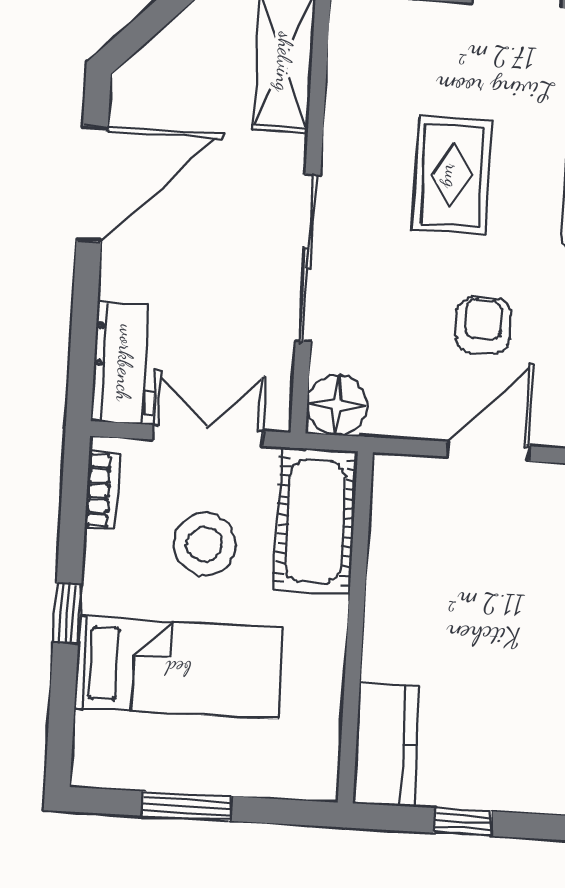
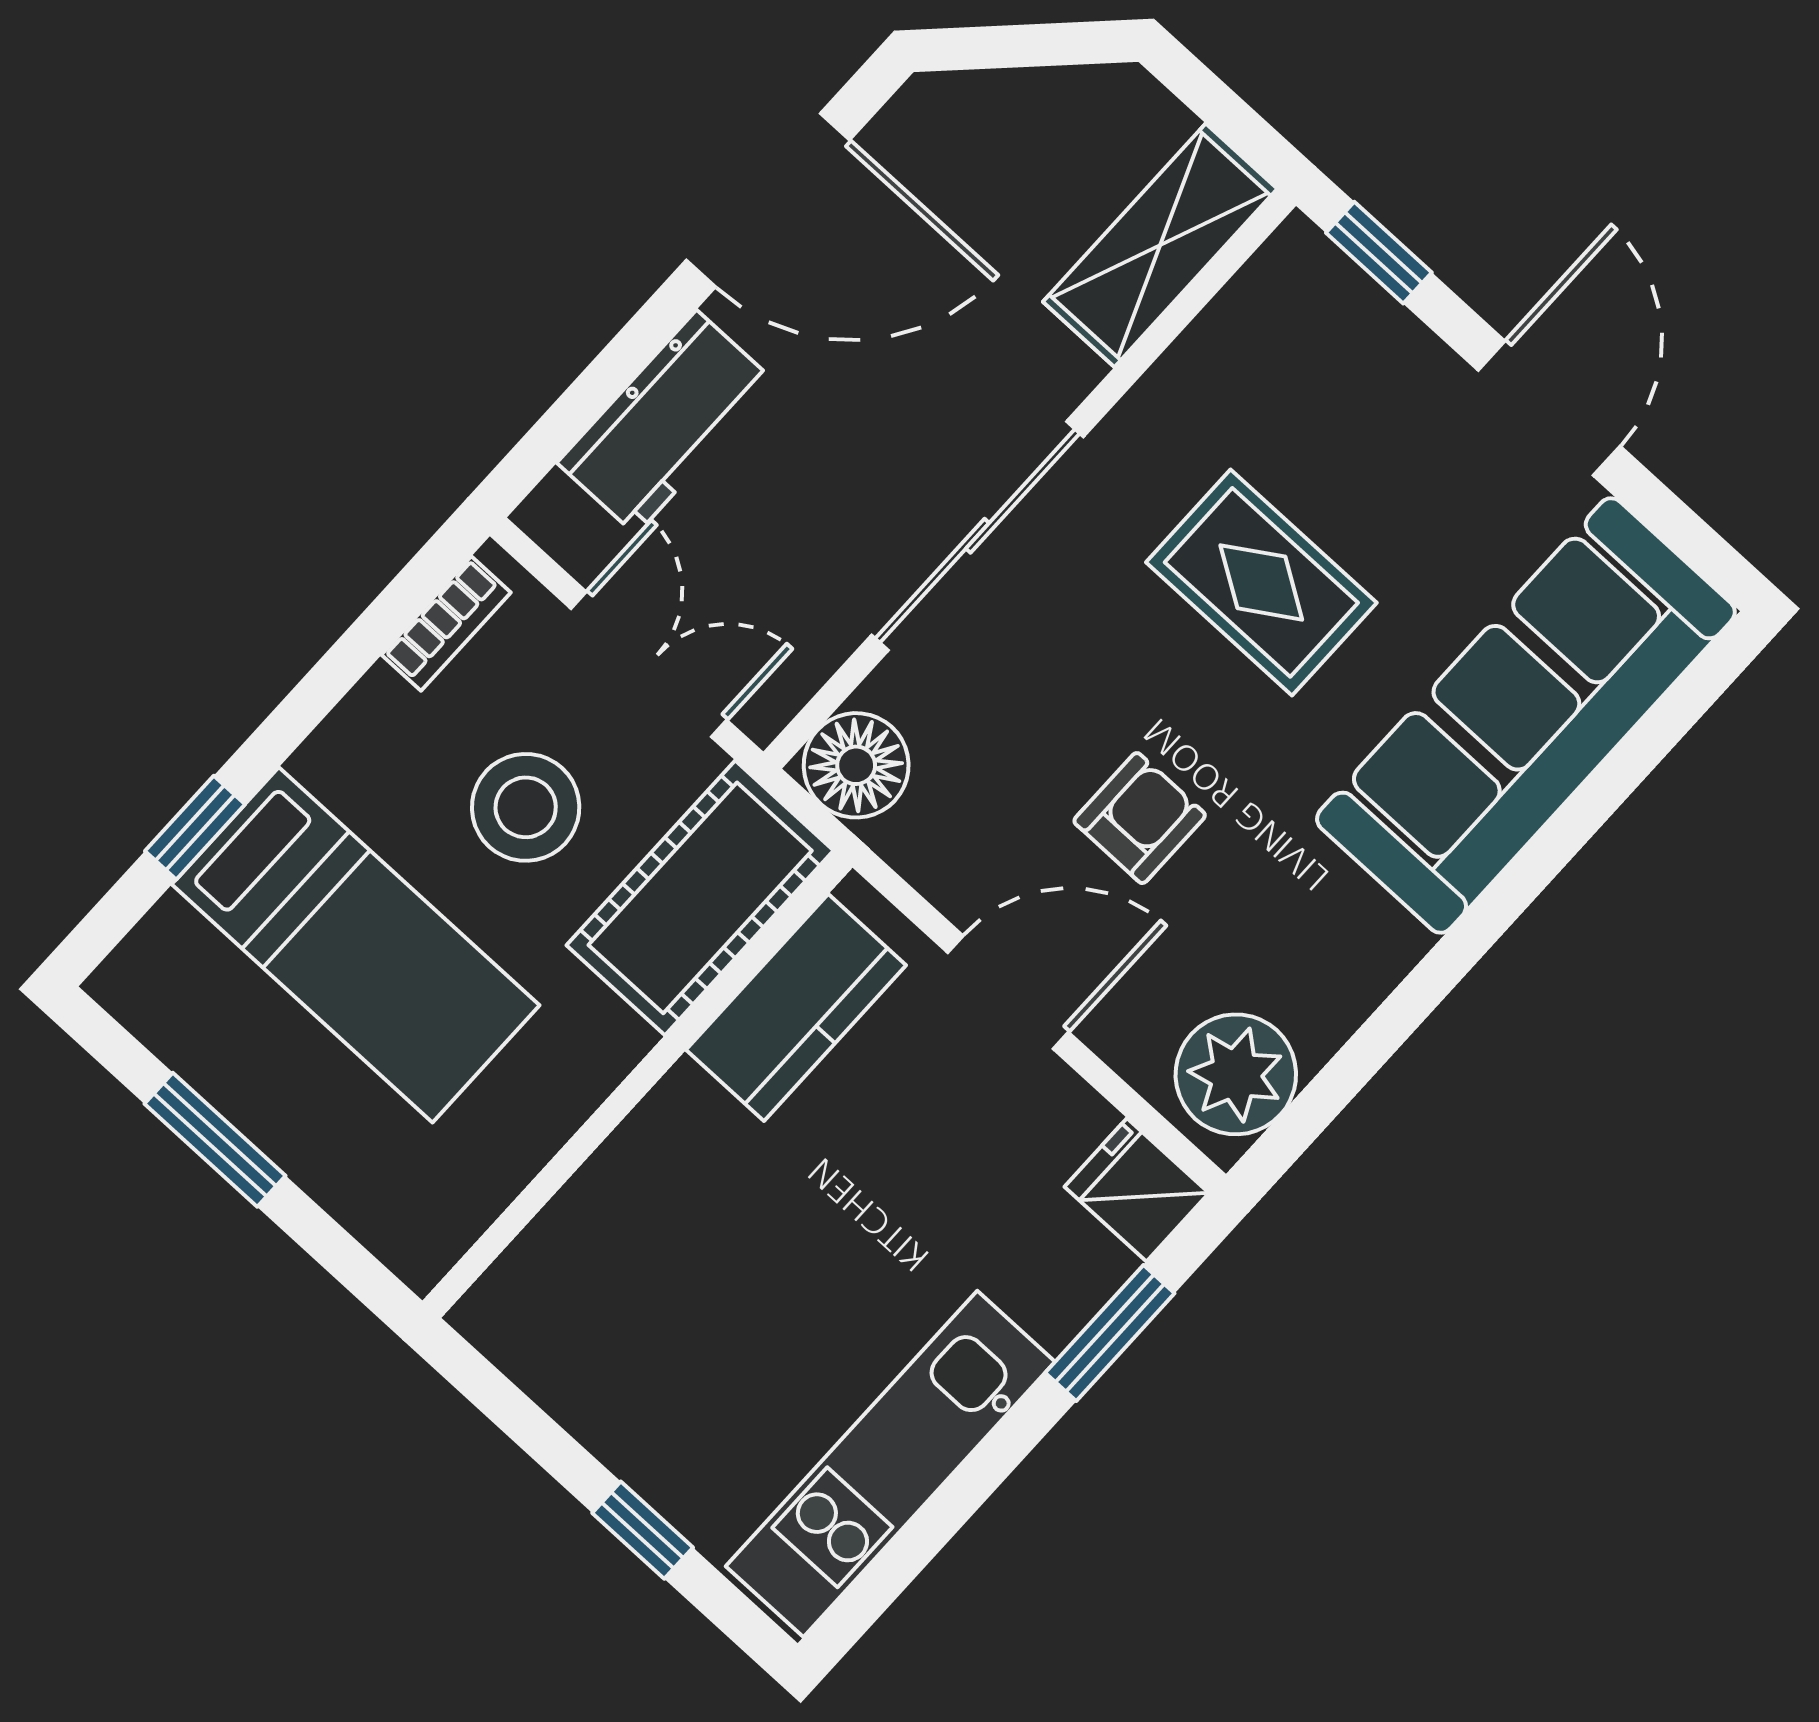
rug: (452, 176) -> (1261, 582), turned 90
workbench: (125, 363) -> (666, 422), moved
window: (67, 613) -> (195, 828), moved
kitchen counter: (386, 744) -> (796, 1008), moved
window: (463, 822) -> (643, 1530), moved

